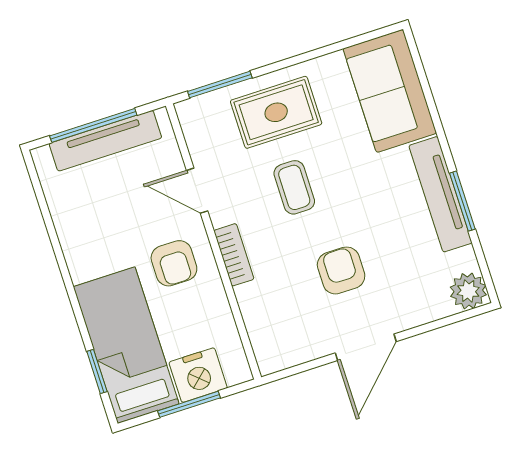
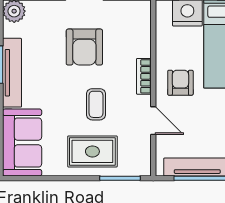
armchair: (341, 270) -> (84, 47), width x1.38, depth x1.38

